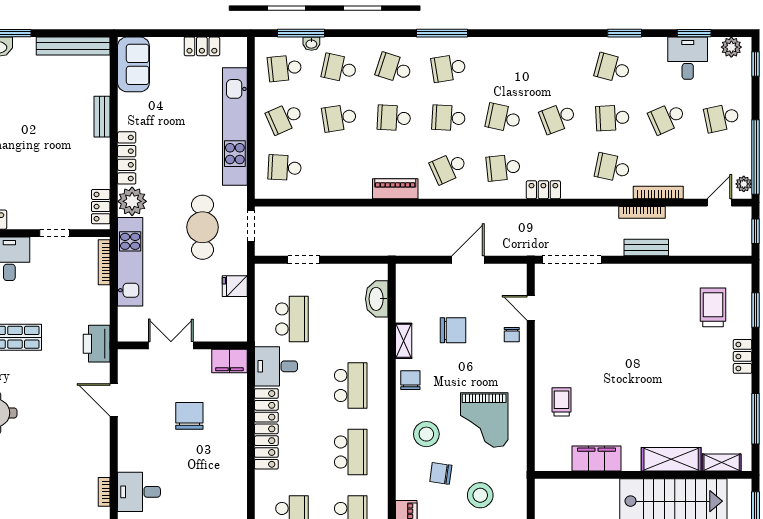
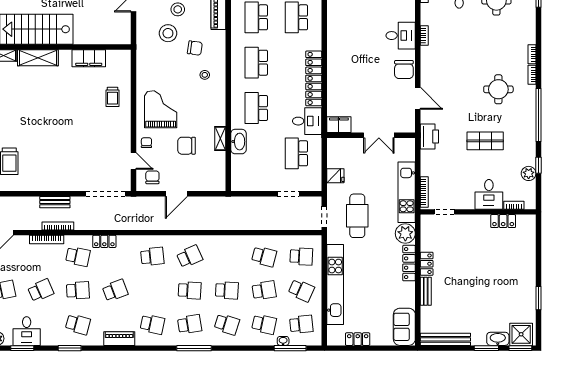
school desk: (285, 118) -> (301, 290), turned 48
school desk: (503, 118) -> (152, 324), moved
school desk: (339, 168) -> (264, 256), added
piano: (395, 189) -> (119, 339), moved, turned 180
locker: (543, 190) -> (104, 241), moved
locker: (101, 207) -> (427, 264), moved
doorway: (54, 233) -> (444, 212), moved
washbasin: (377, 299) -> (238, 142), moved
chair: (410, 380) -> (152, 177), moved, turned 180
chair: (189, 416) -> (404, 70), moved
grand piano: (484, 420) -> (161, 109), moved
stool: (426, 434) -> (205, 75), width x0.53, depth x0.53

